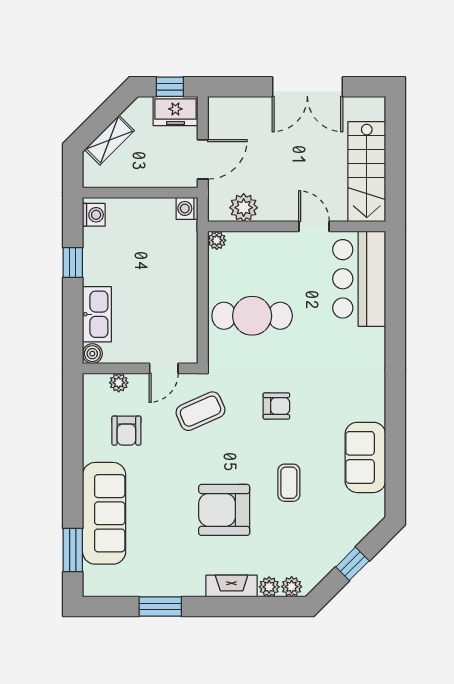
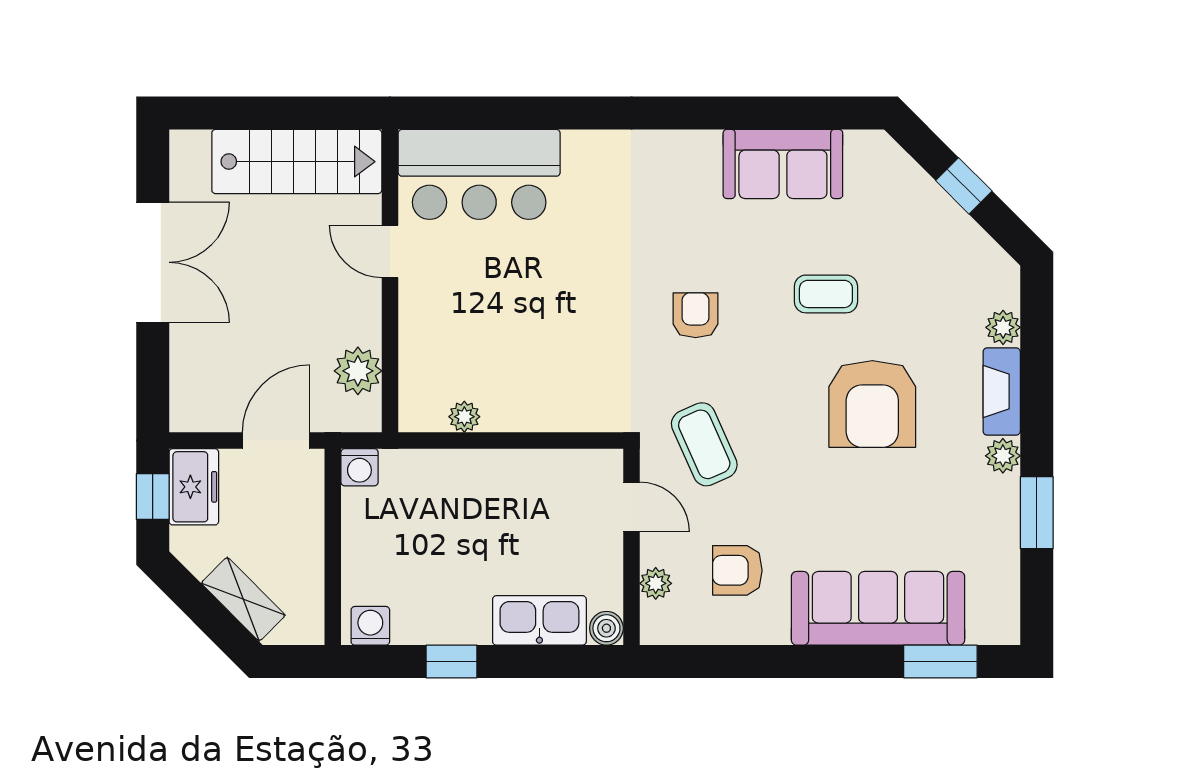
door: (203, 159) -> (276, 440), hinge flipped
door: (314, 226) -> (390, 251), hinge flipped
plant: (217, 240) -> (464, 417), moved
cafe table: (252, 316) -> (542, 357), removed
armchair: (126, 431) -> (737, 570), turned 180
plant: (292, 587) -> (1003, 456), moved

